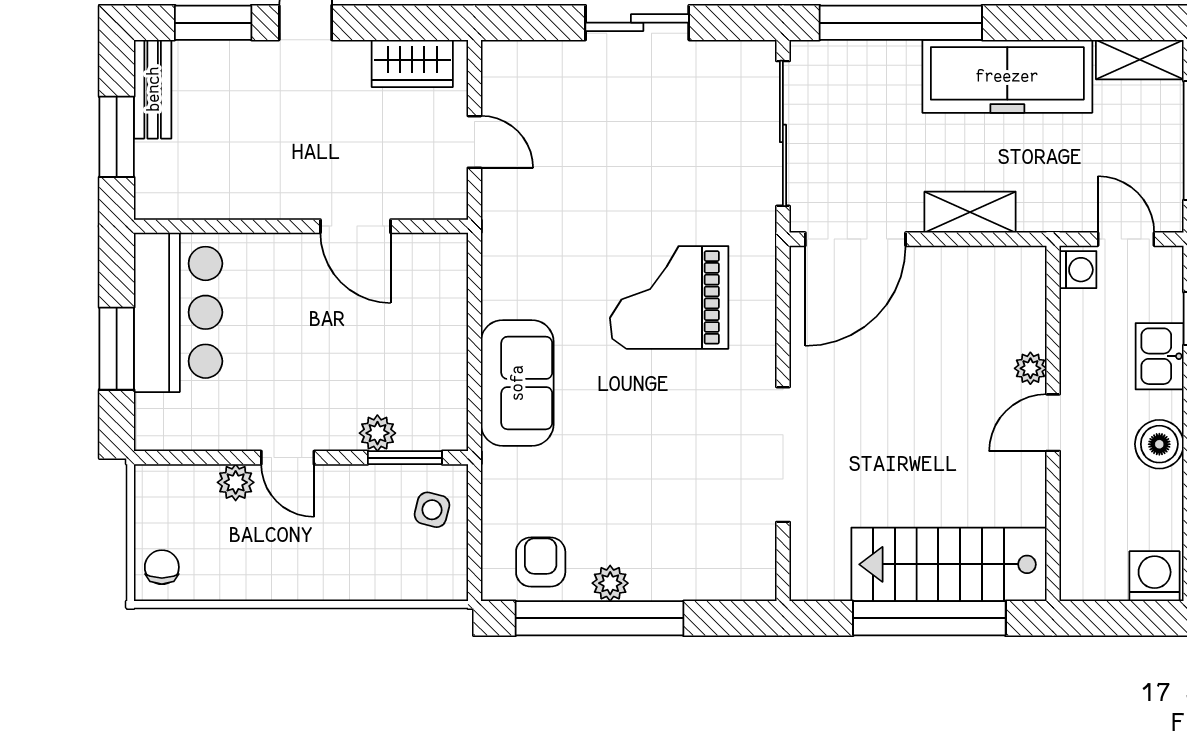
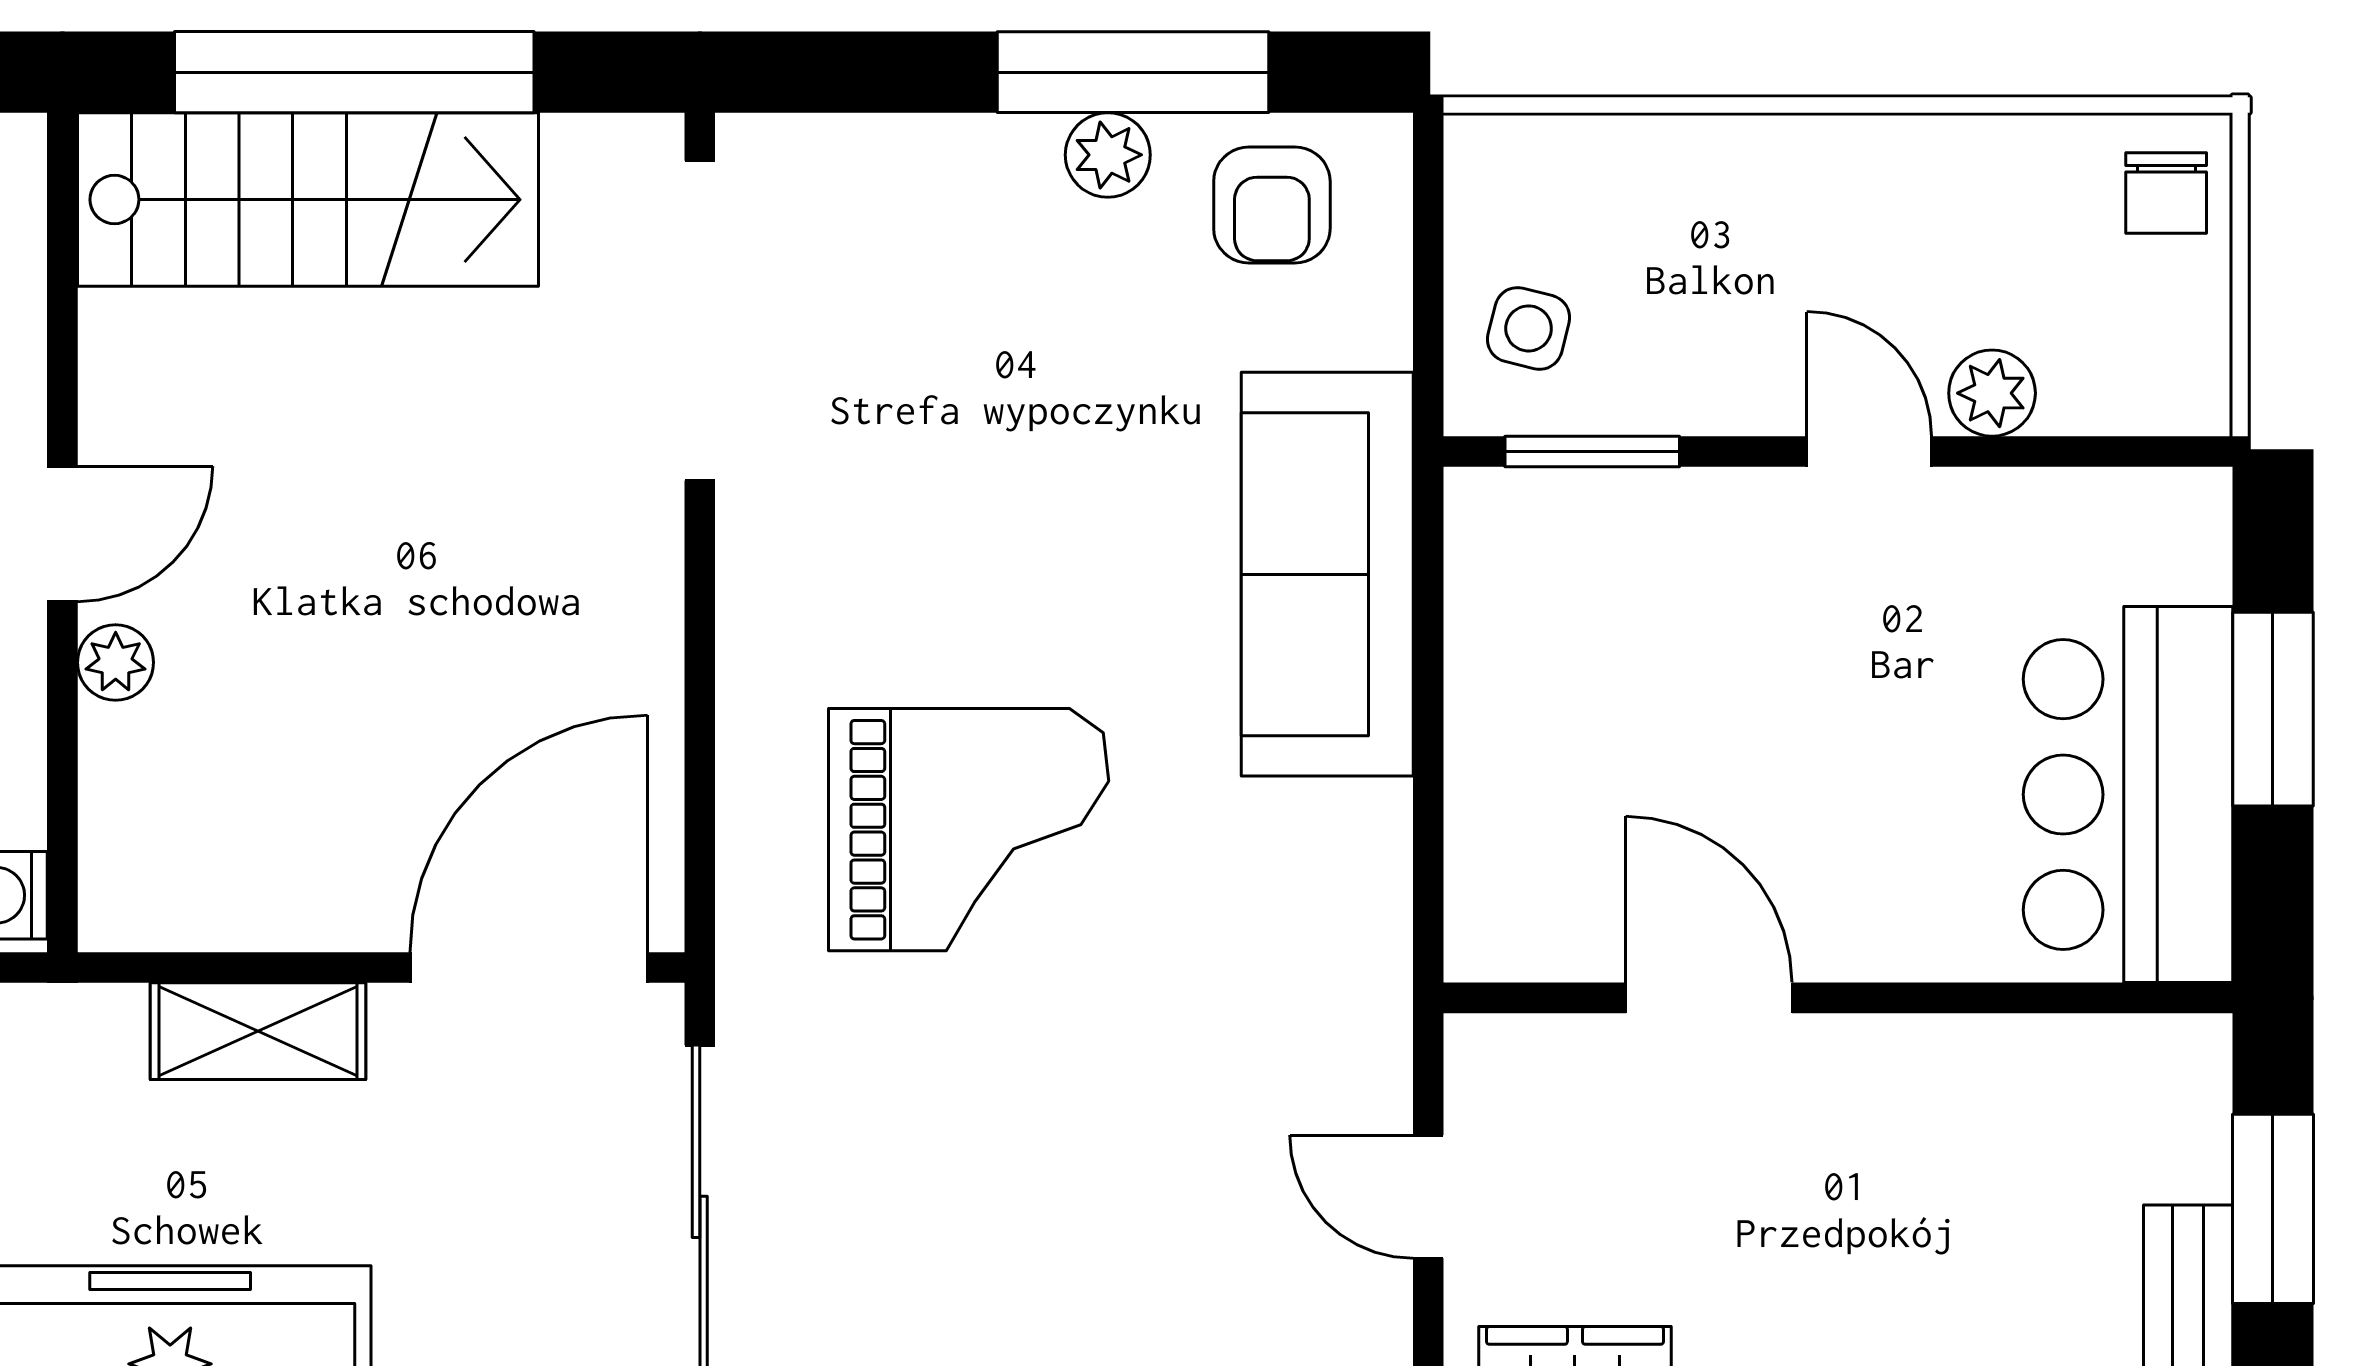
sofa: (517, 383) -> (1327, 574), width x1.36
plant: (377, 433) -> (1657, 509), removed
doorway: (783, 455) -> (700, 321), moved
window: (599, 618) -> (1133, 72), width x0.68

